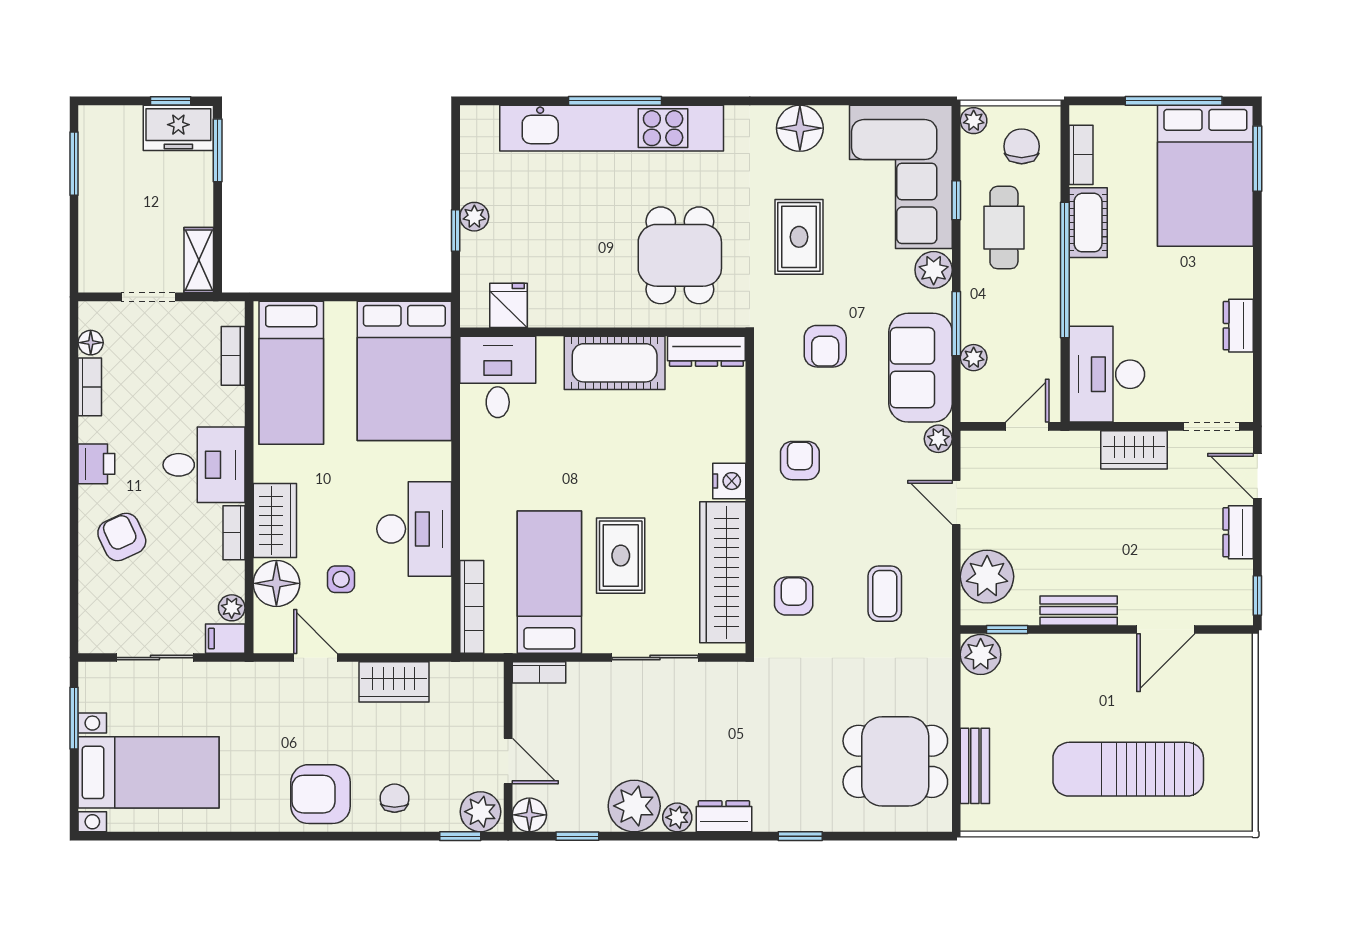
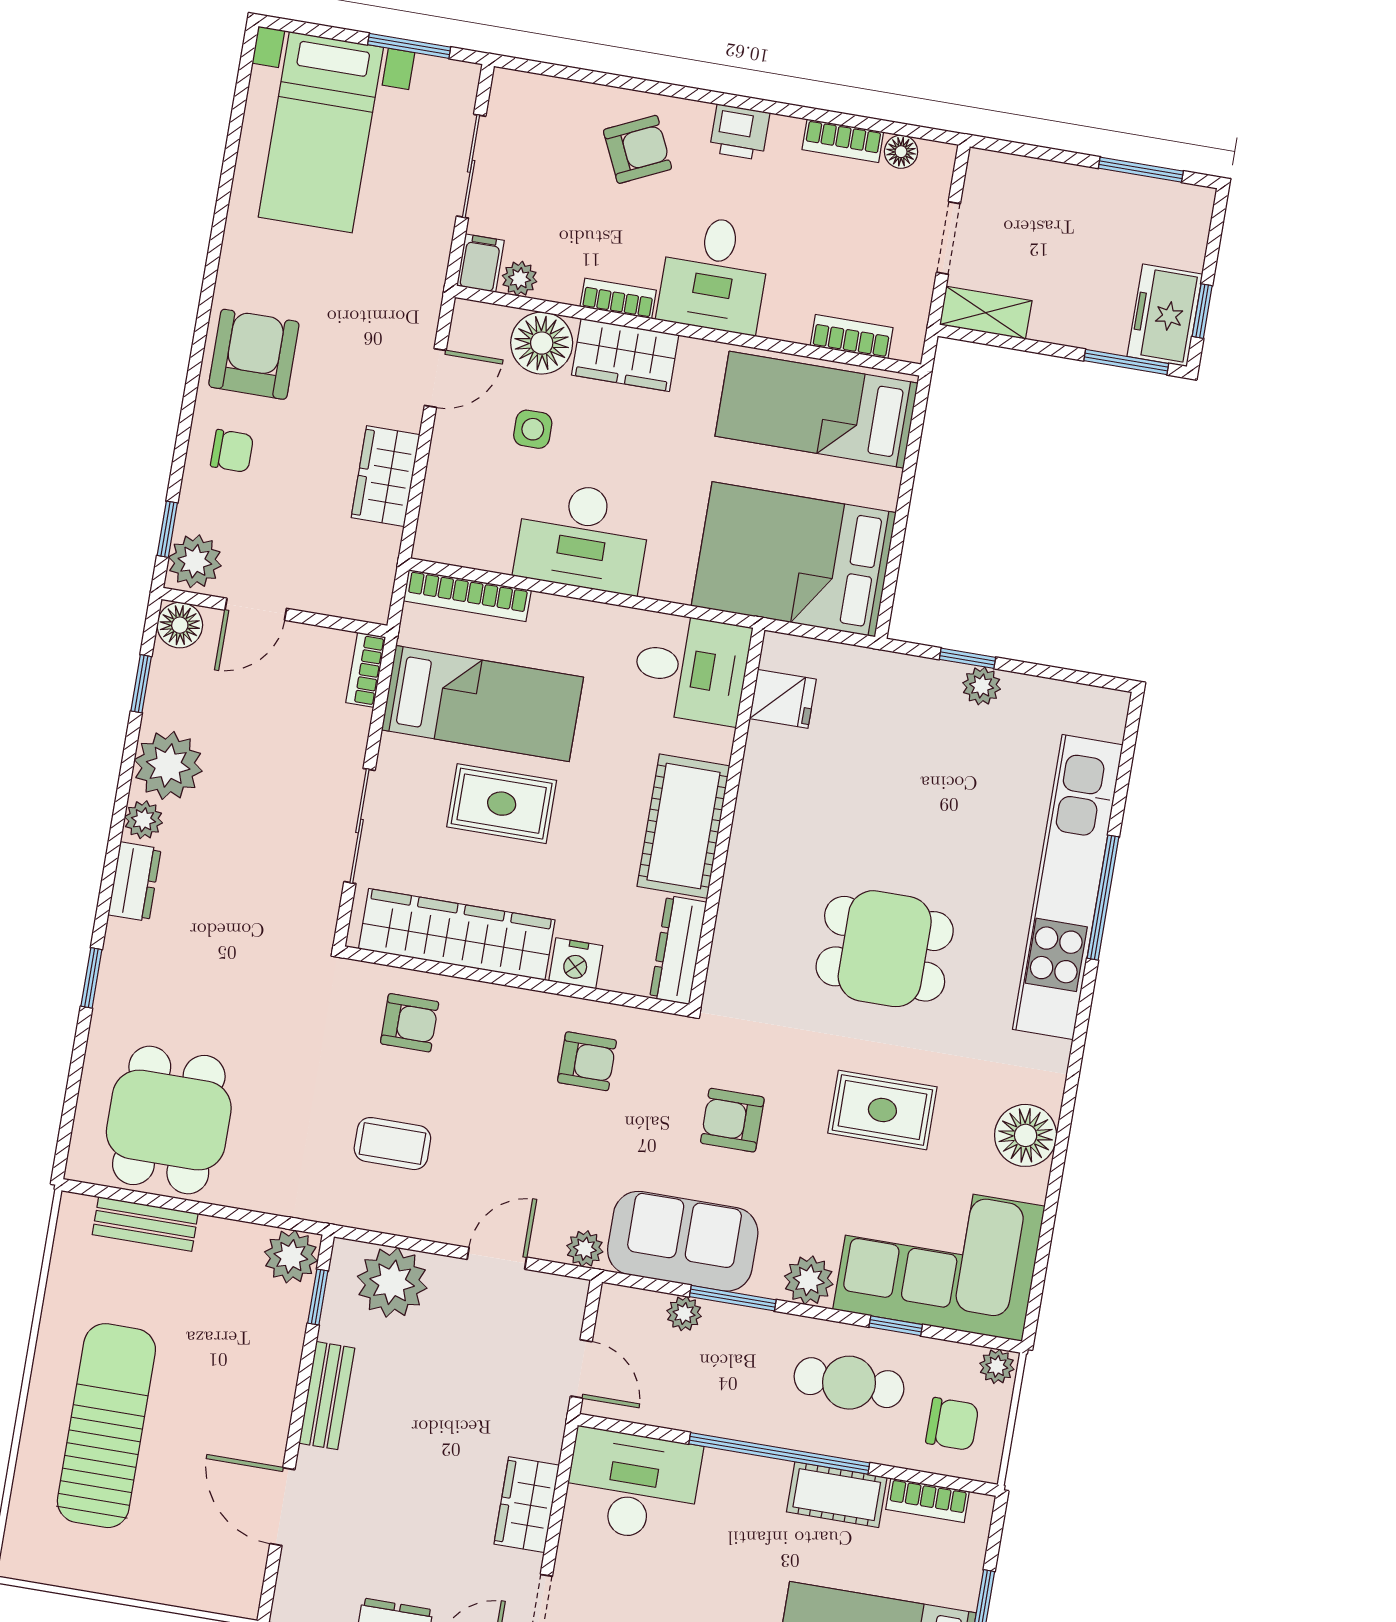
fridge: (509, 305) -> (783, 699), moved
wall: (603, 332) -> (727, 817), moved
dresser: (706, 351) -> (678, 950), moved
cot: (615, 363) -> (683, 826), moved
desk: (498, 377) -> (691, 669), moved

